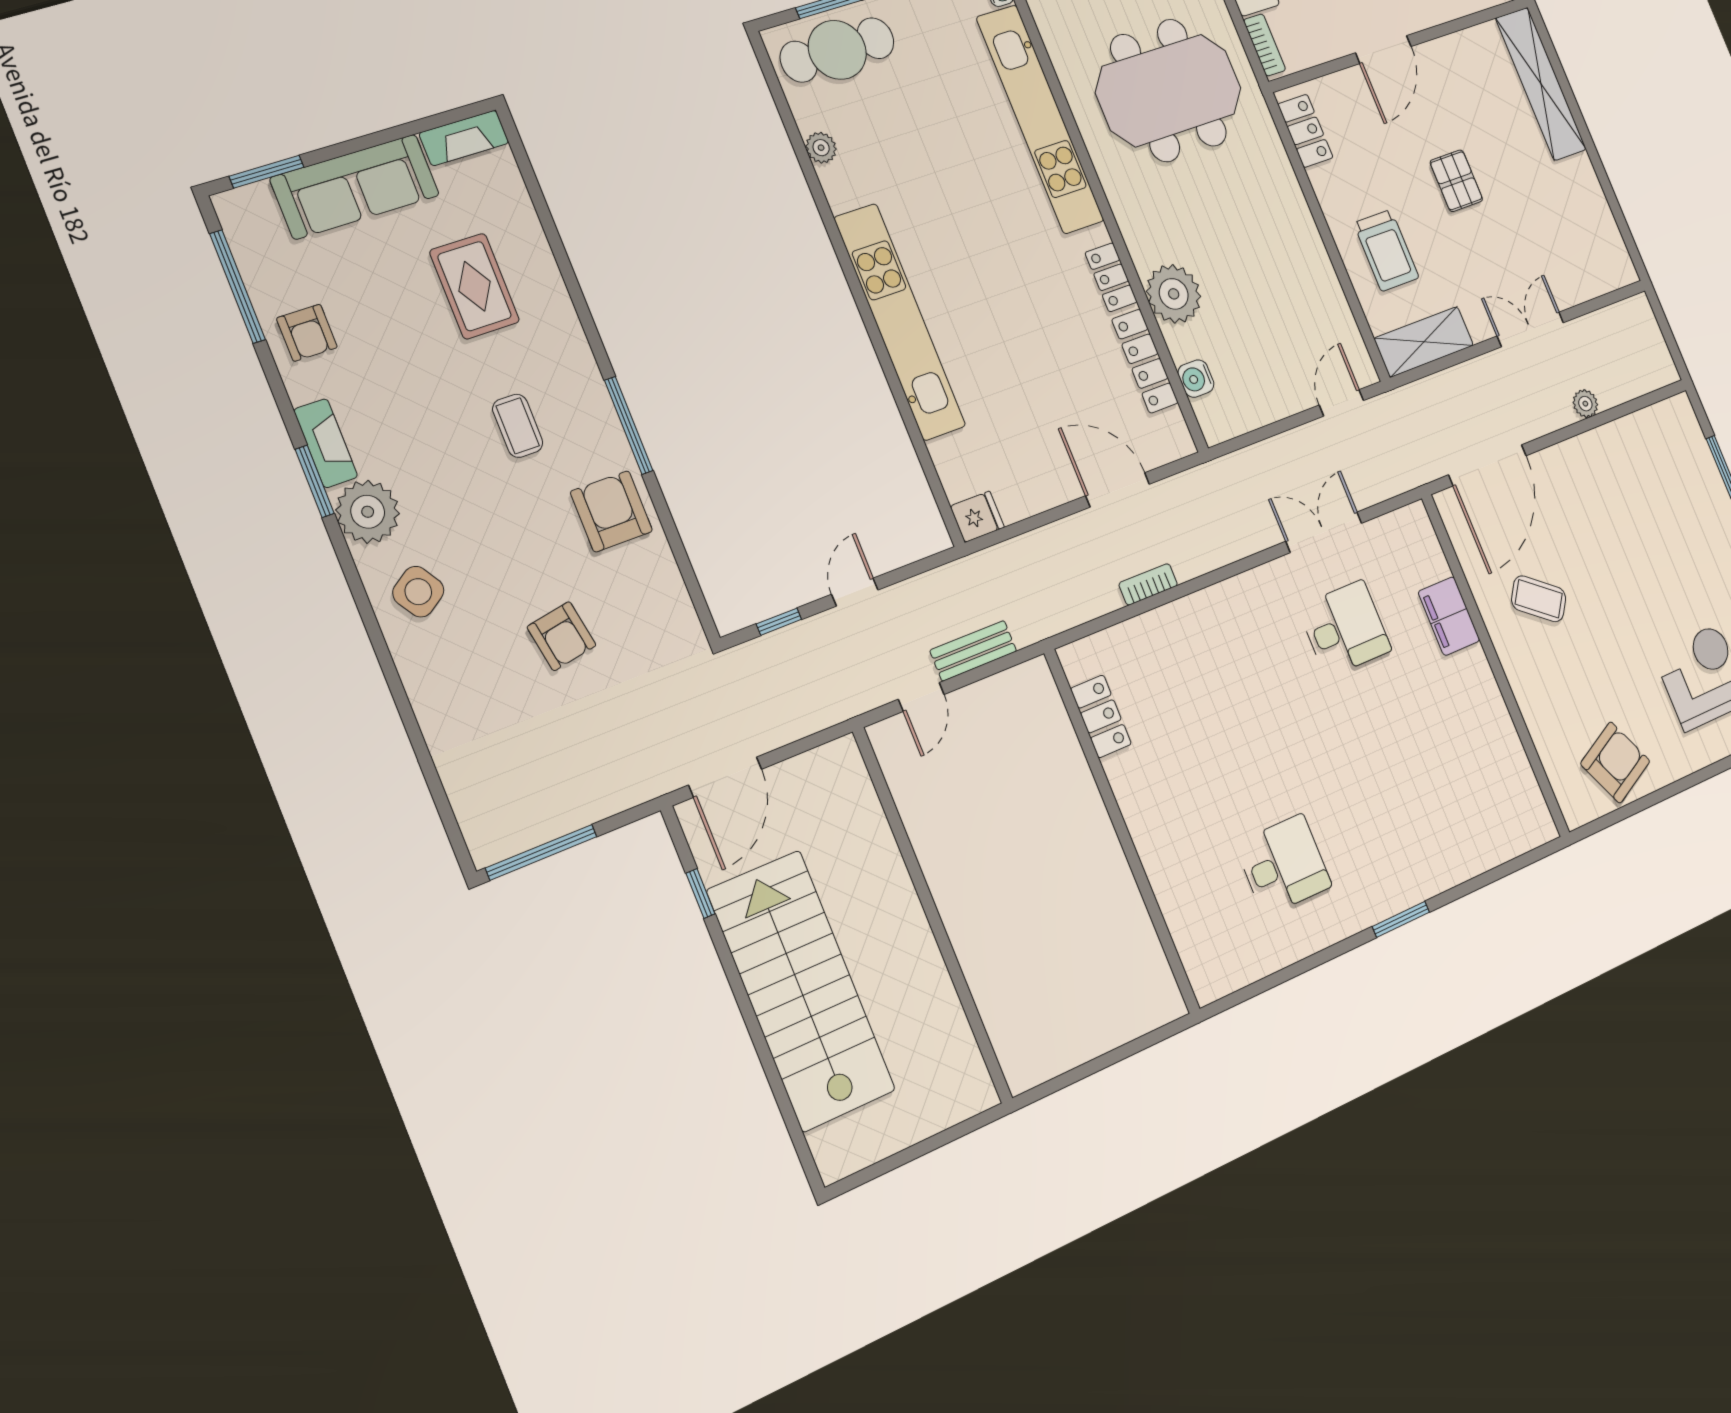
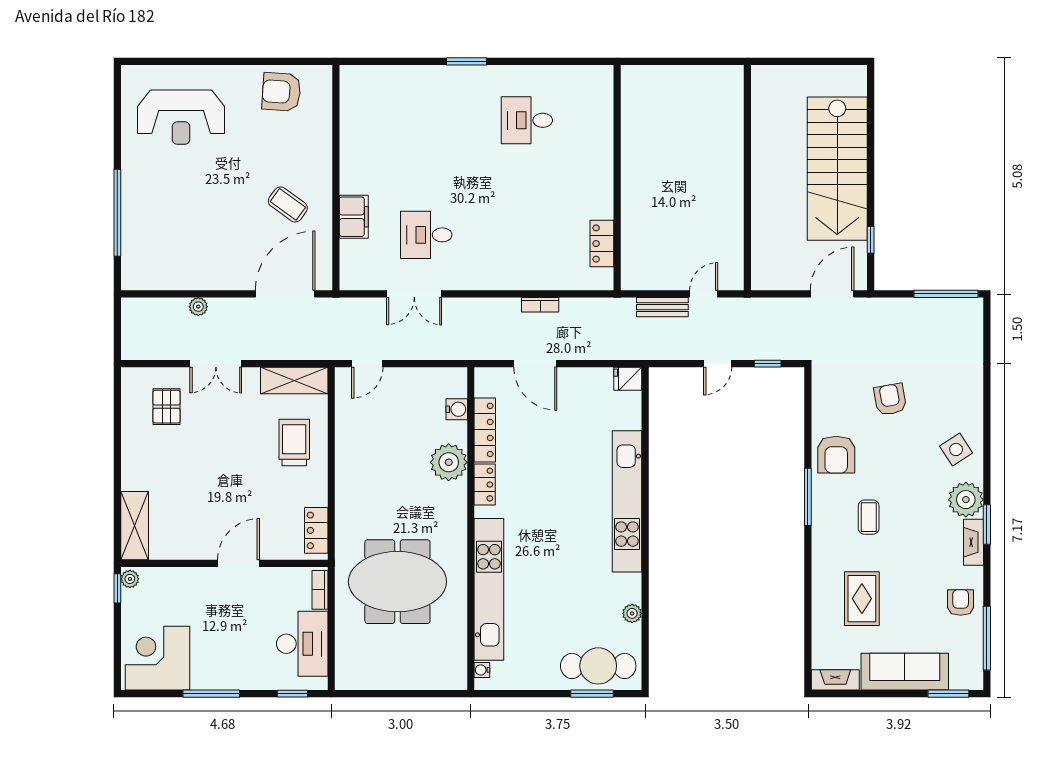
shelving: (1541, 84) -> (135, 526), width x0.68
pallet: (1456, 181) -> (167, 407), moved
armchair: (1615, 762) -> (281, 92), turned 30

